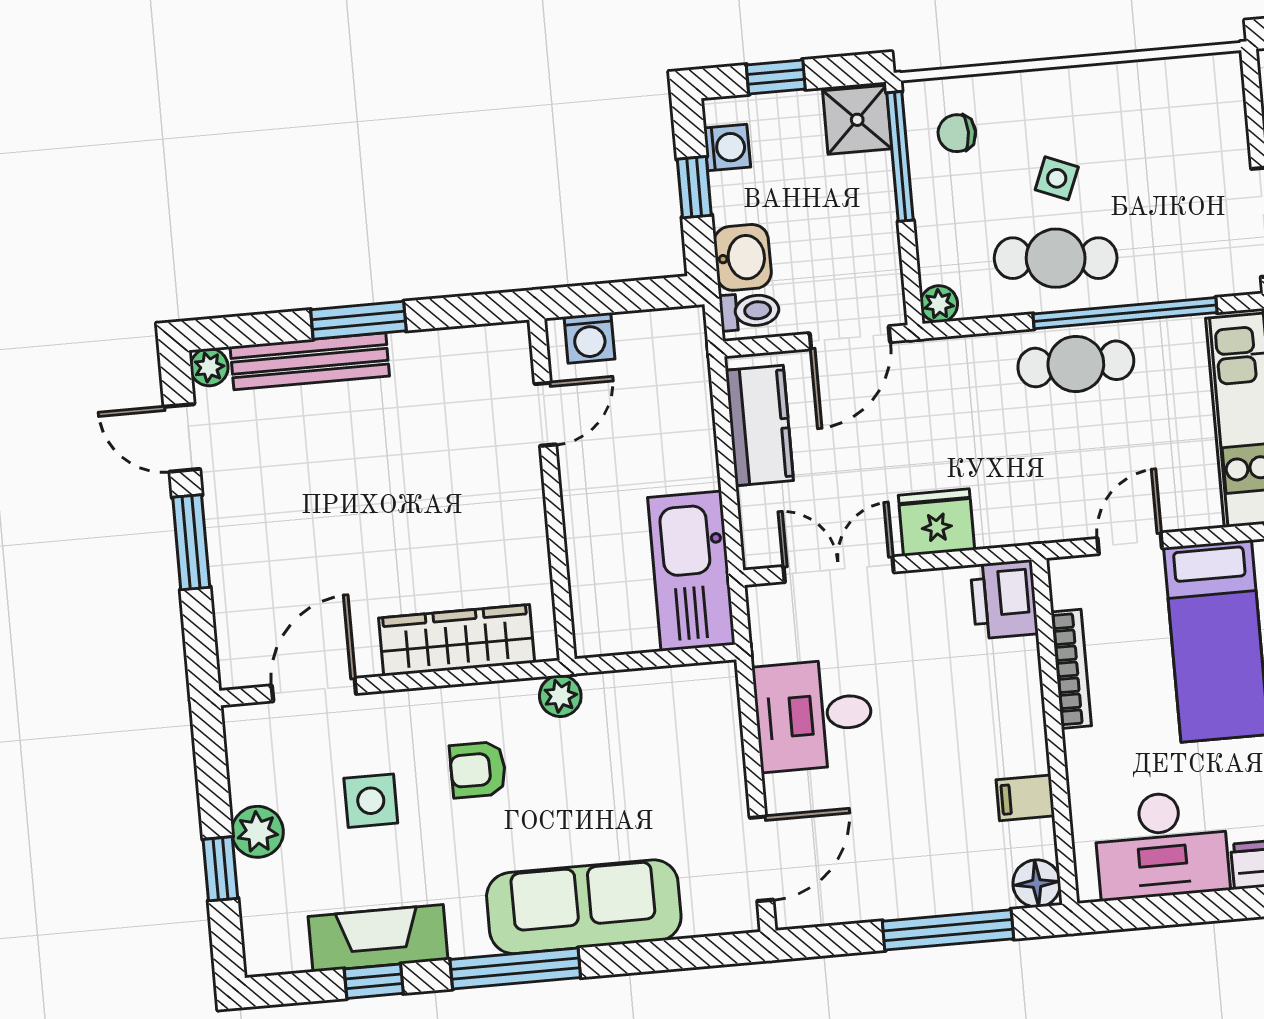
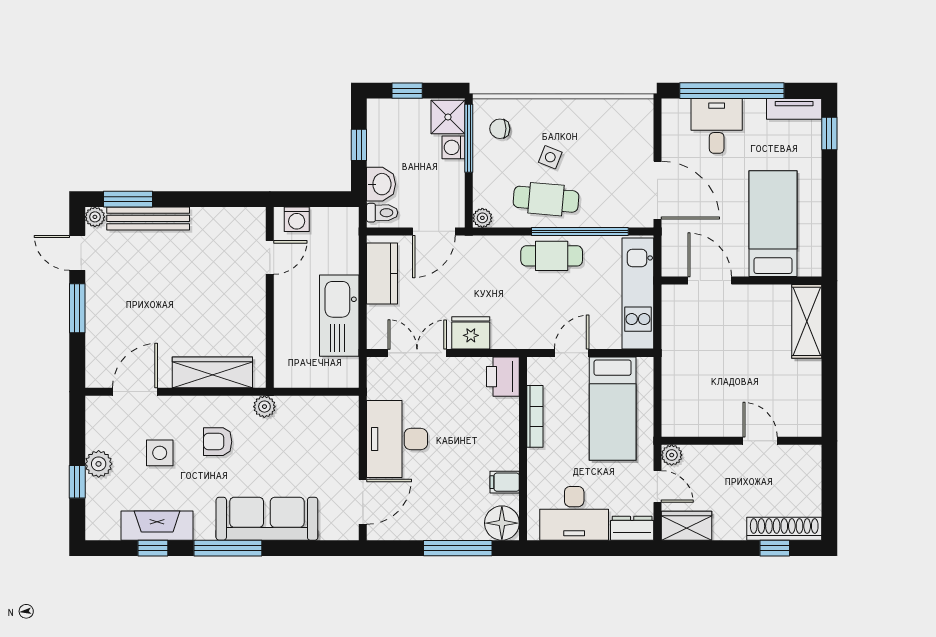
washing machine: (727, 147) -> (453, 147), moved, turned 180
window: (358, 320) -> (128, 199), moved
kitchen sink: (691, 571) -> (339, 316), moved
desk: (814, 715) -> (397, 439), width x1.37
floor lamp: (1037, 883) -> (502, 523), width x1.38, depth x1.38

